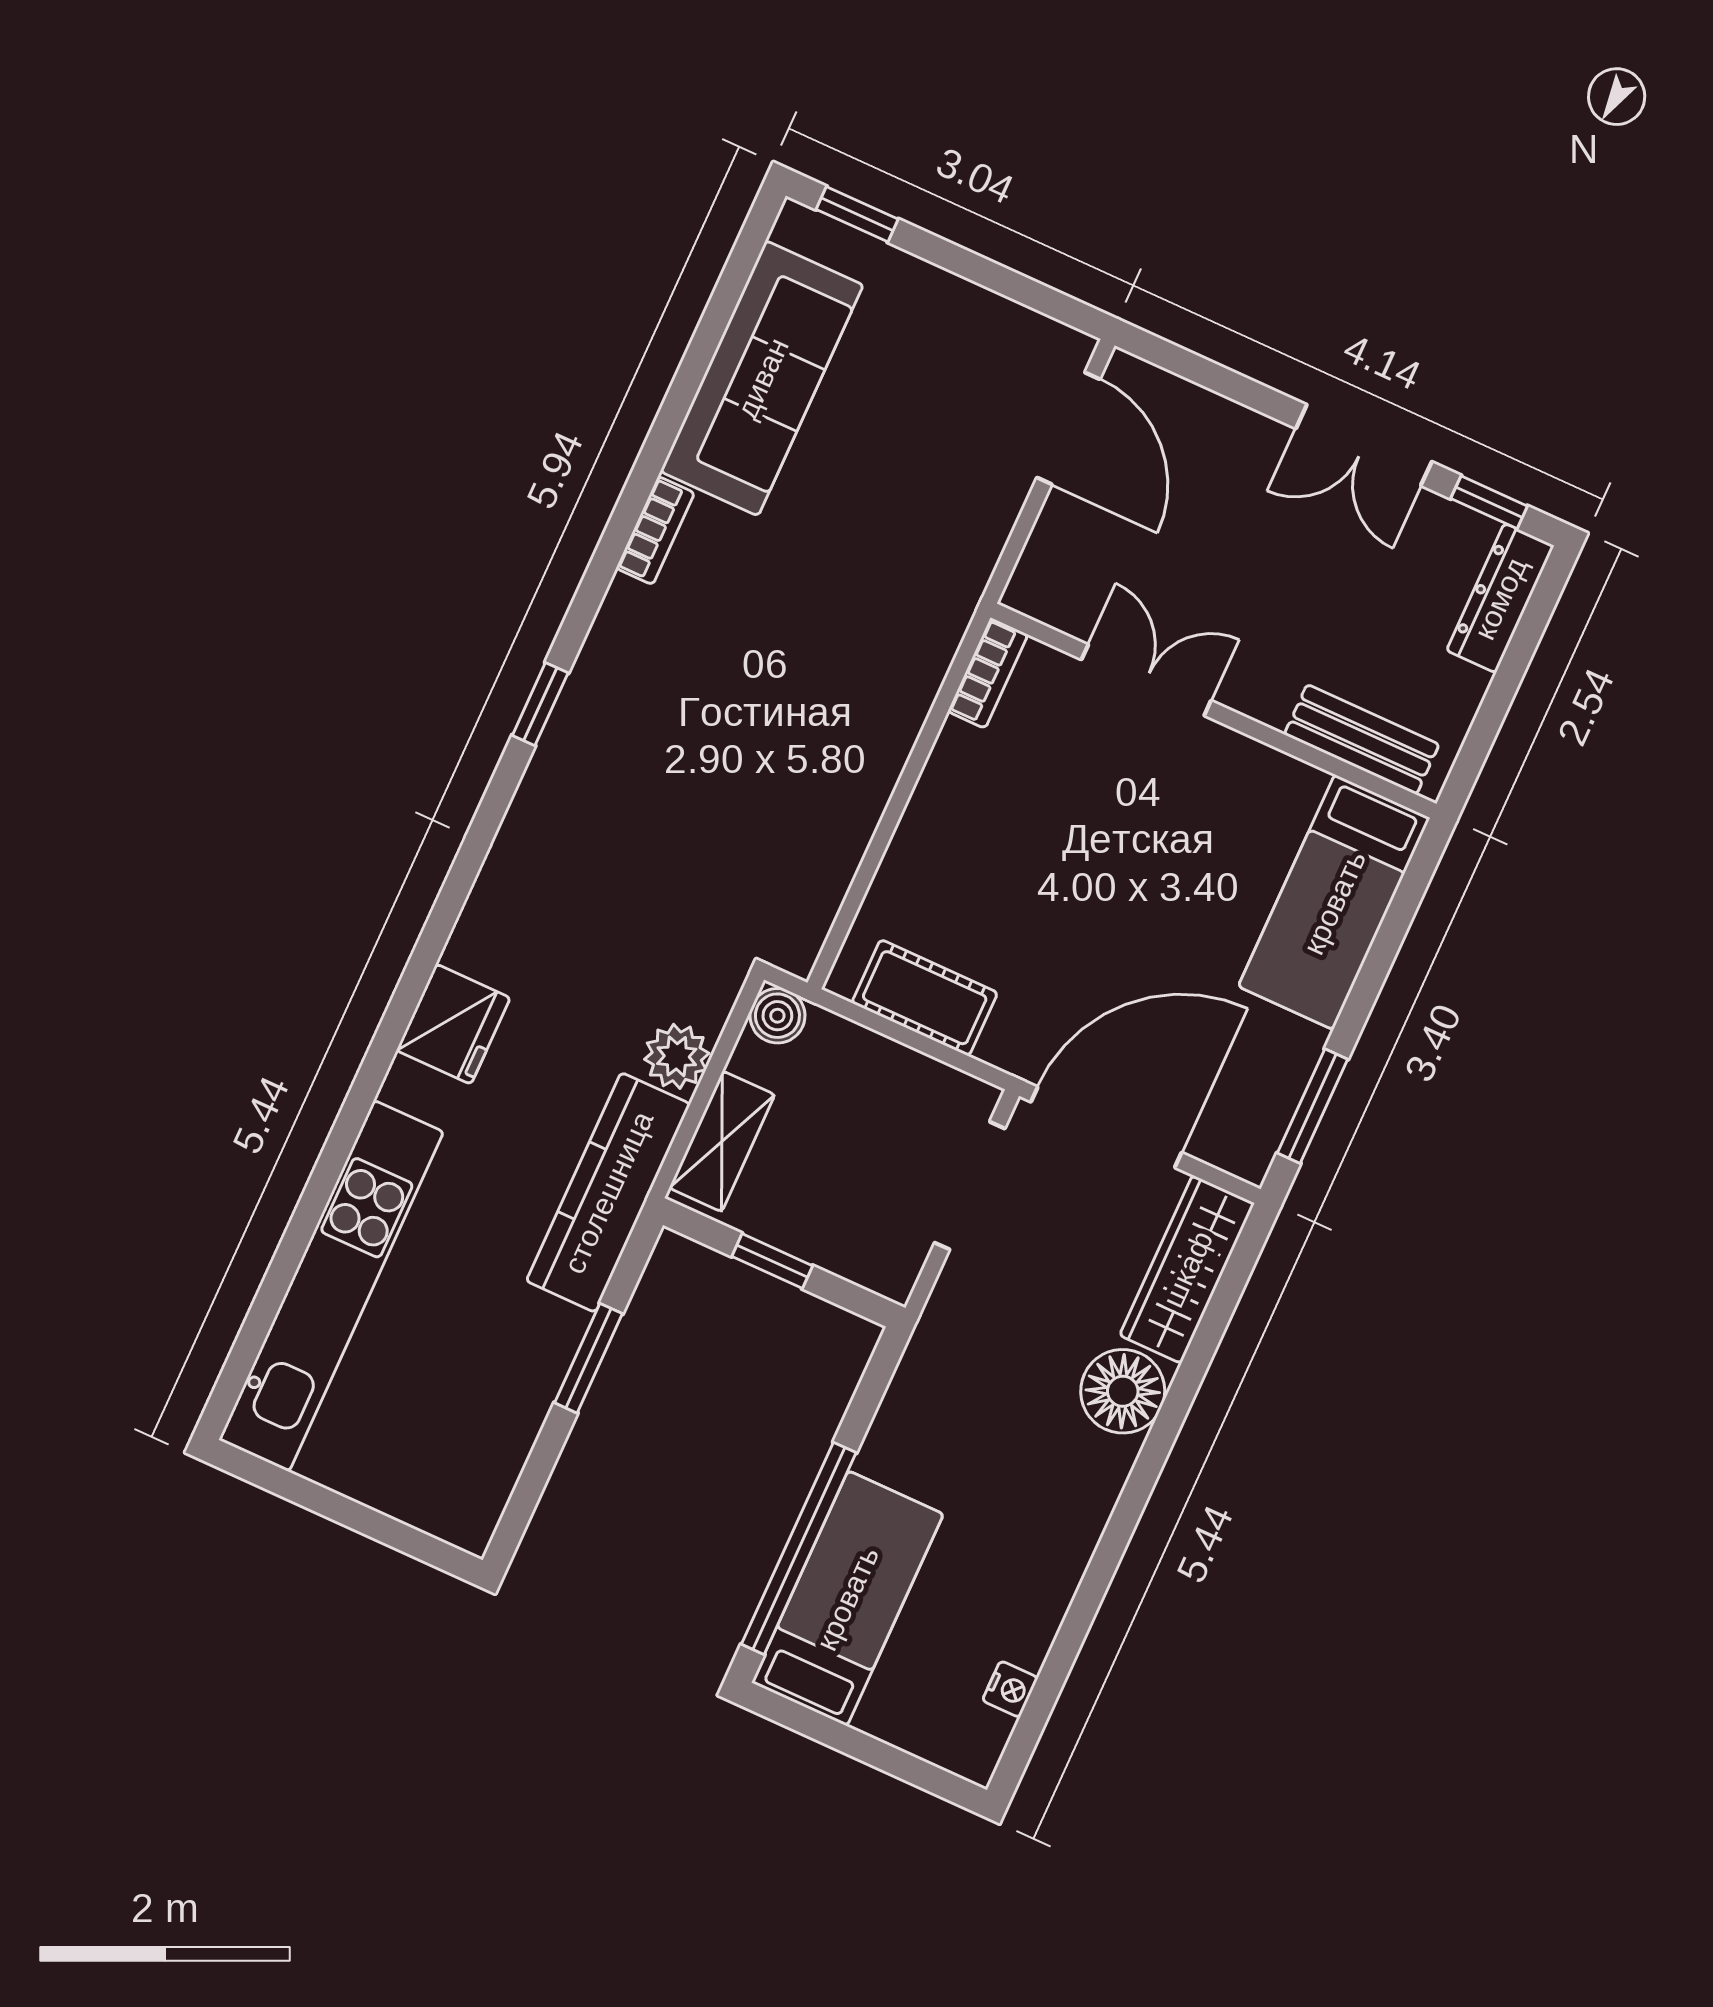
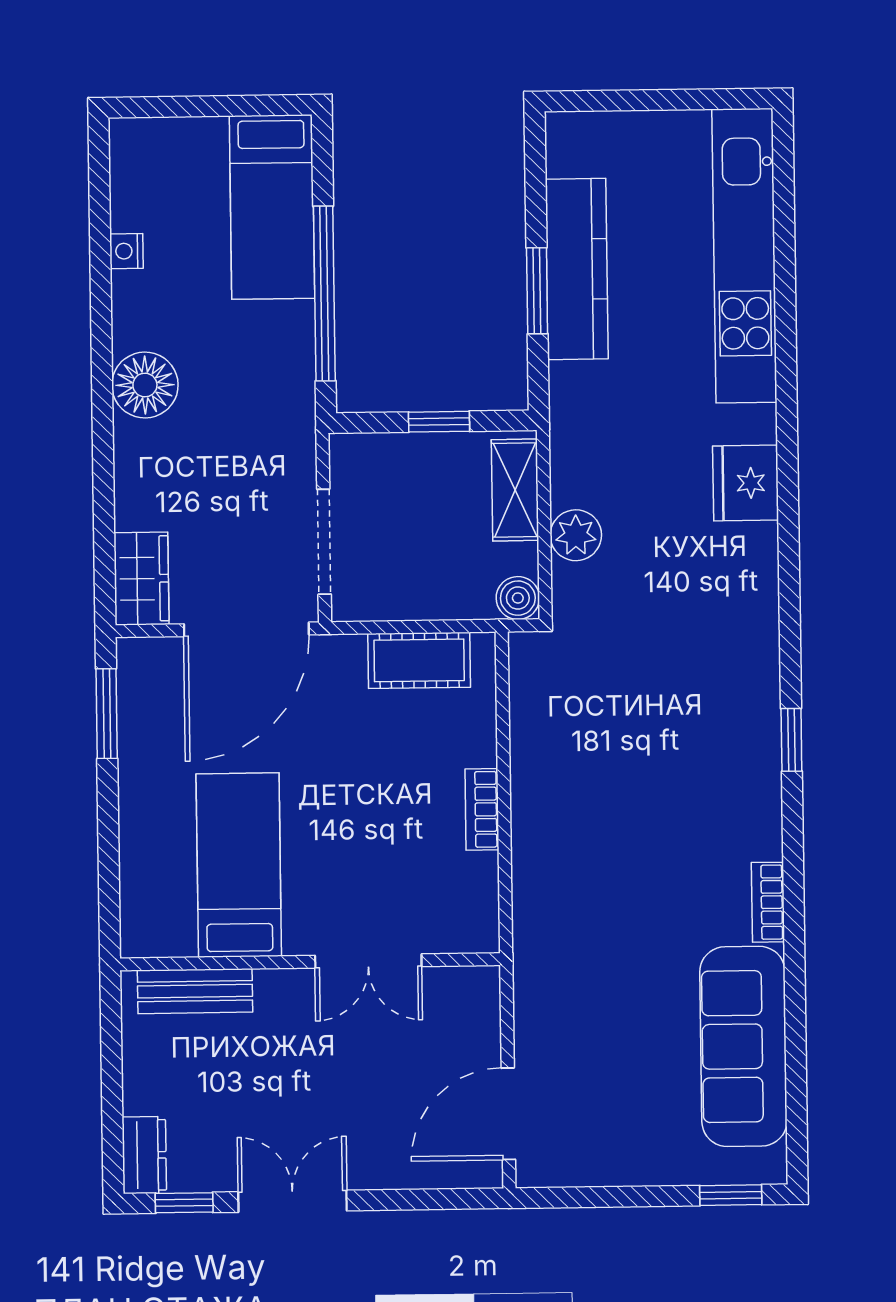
door: (1068, 428) -> (508, 1114), hinge flipped
dresser: (1500, 598) -> (144, 1155), width x0.70
bookcase: (988, 673) -> (482, 809), moved
bed: (1334, 902) -> (239, 865), moved
kitchen counter: (608, 1192) -> (577, 269), moved
wardrobe: (1187, 1269) -> (141, 579), width x0.67
floor lamp: (1123, 1391) -> (145, 385), moved
window: (799, 1548) -> (324, 293), moved
nightstand: (1010, 1689) -> (126, 251), moved

